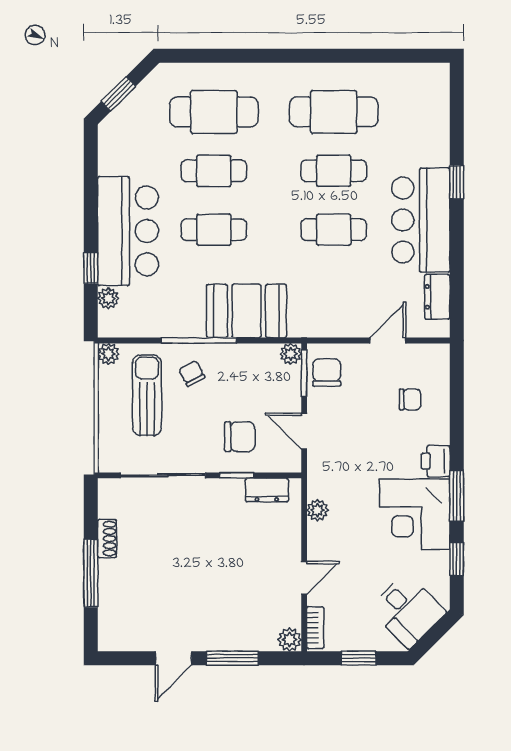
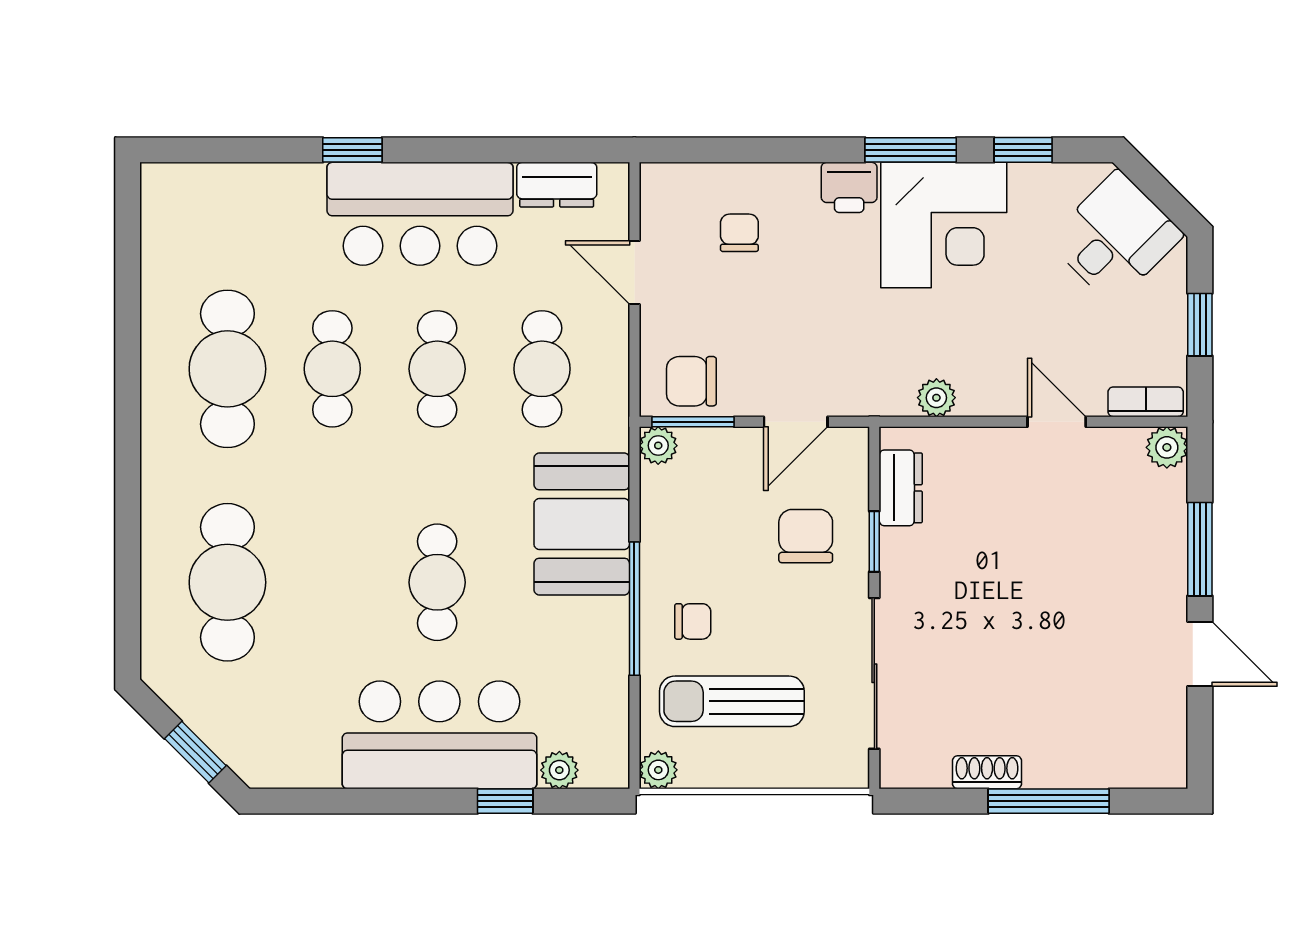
cafe table: (214, 171) -> (542, 369), moved
chair: (192, 373) -> (693, 621), turned -152

